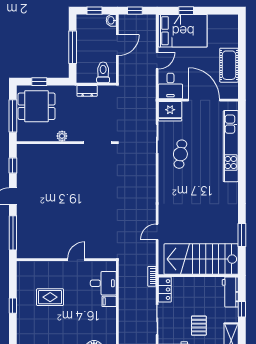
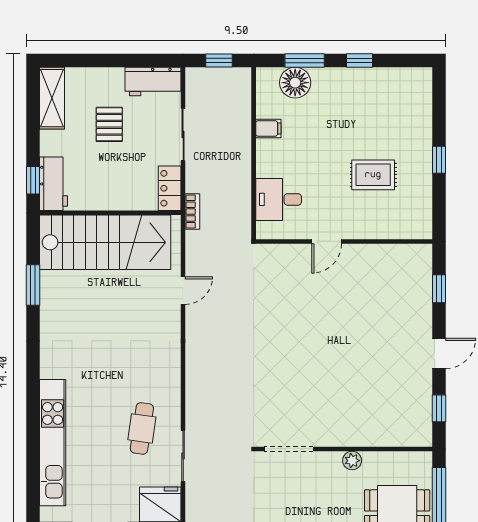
window: (13, 233) -> (439, 289), width x0.46
filing cabinet: (109, 301) -> (268, 128), moved
window: (242, 309) -> (33, 180), moved

